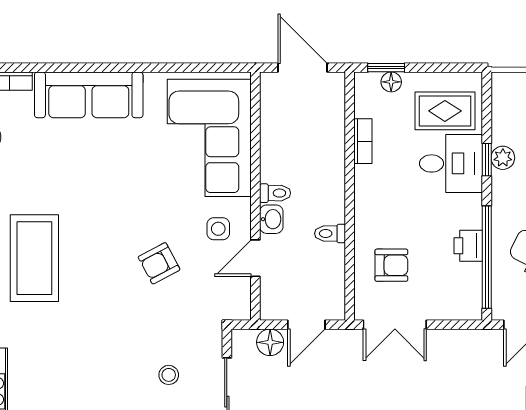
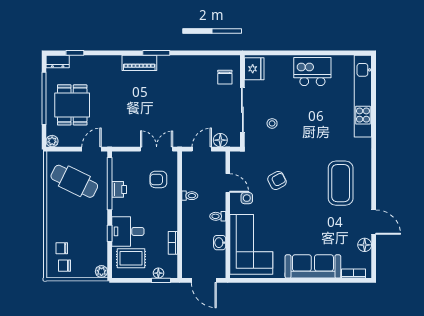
plant: (503, 158) -> (101, 271), moved
washbasin: (271, 219) -> (220, 243), moved
door: (255, 258) -> (228, 183), hinge flipped

